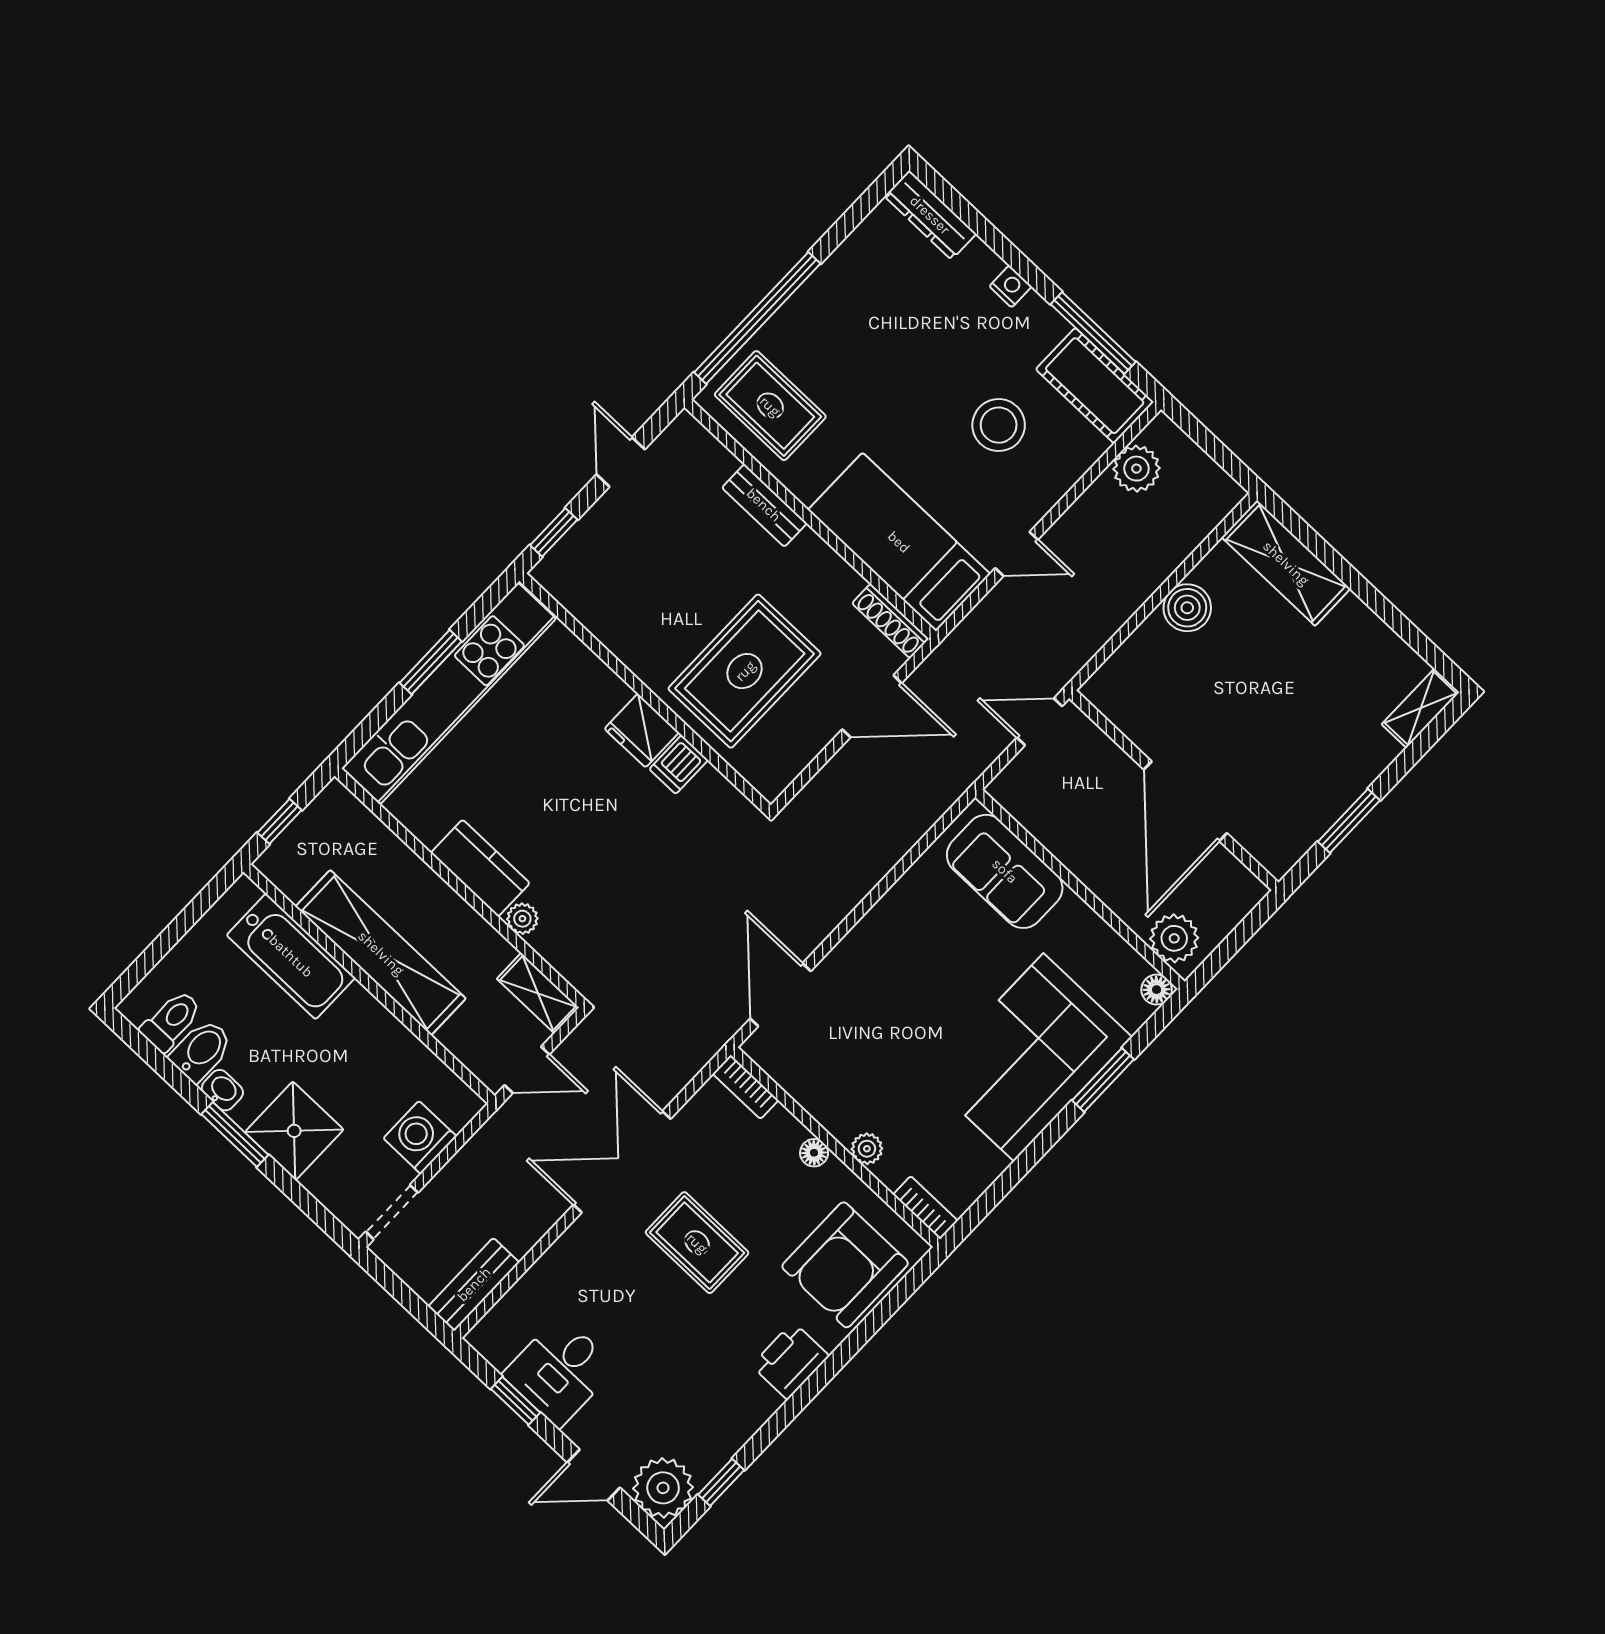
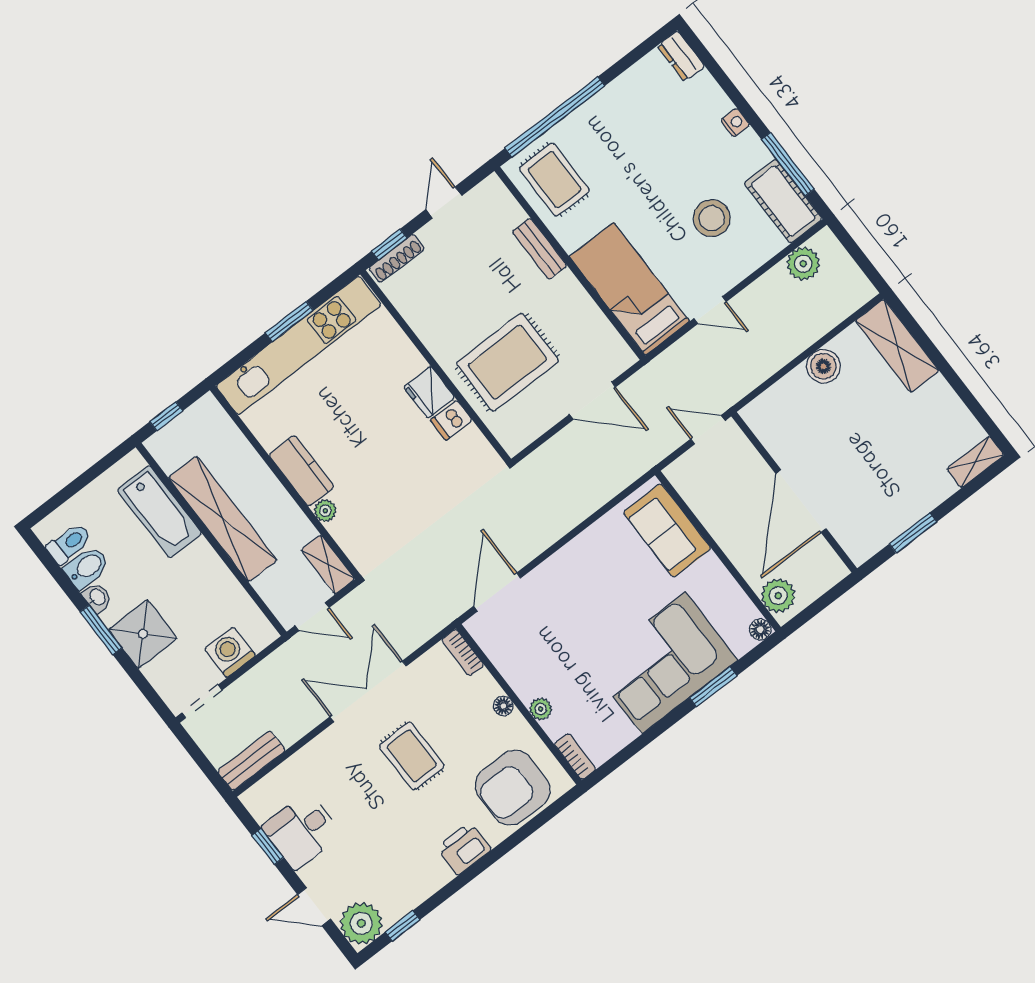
dresser: (930, 215) -> (681, 56), width x0.70
shoe rack: (890, 621) -> (397, 258), moved, turned -90

